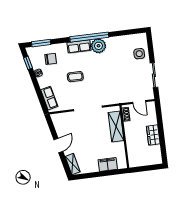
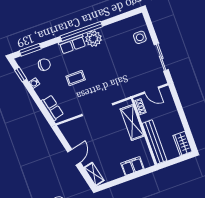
wardrobe: (153, 135) -> (183, 144), moved
bench: (132, 148) -> (154, 142), added

